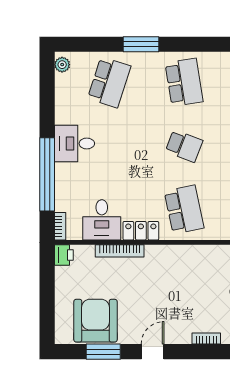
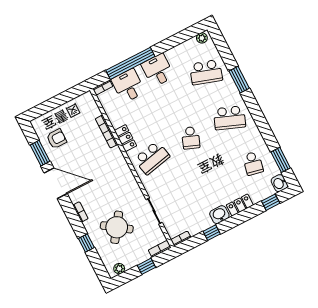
school desk: (184, 82) -> (229, 118), turned 30
desk: (102, 220) -> (128, 86), moved, turned 90
printer: (64, 255) -> (87, 99), removed
armchair: (96, 321) -> (56, 139), width x0.53, depth x0.53
door: (153, 352) -> (56, 183), width x1.88

